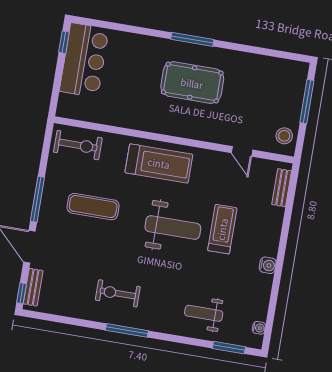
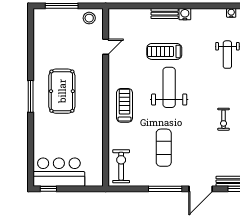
treadmill: (159, 163) -> (125, 105), width x0.73, depth x0.73
bench: (282, 188) -> (165, 14), moved
exercise bike: (118, 293) -> (224, 119), width x0.73, depth x0.72

